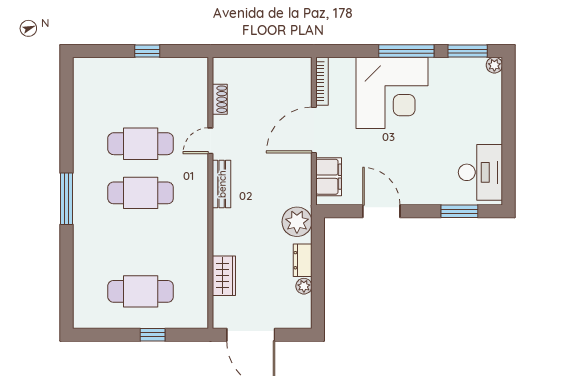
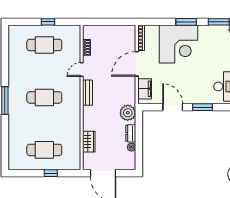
window: (406, 51) -> (186, 22), width x0.69
cafe table: (141, 144) -> (44, 45), moved
window: (459, 211) -> (202, 107), moved

